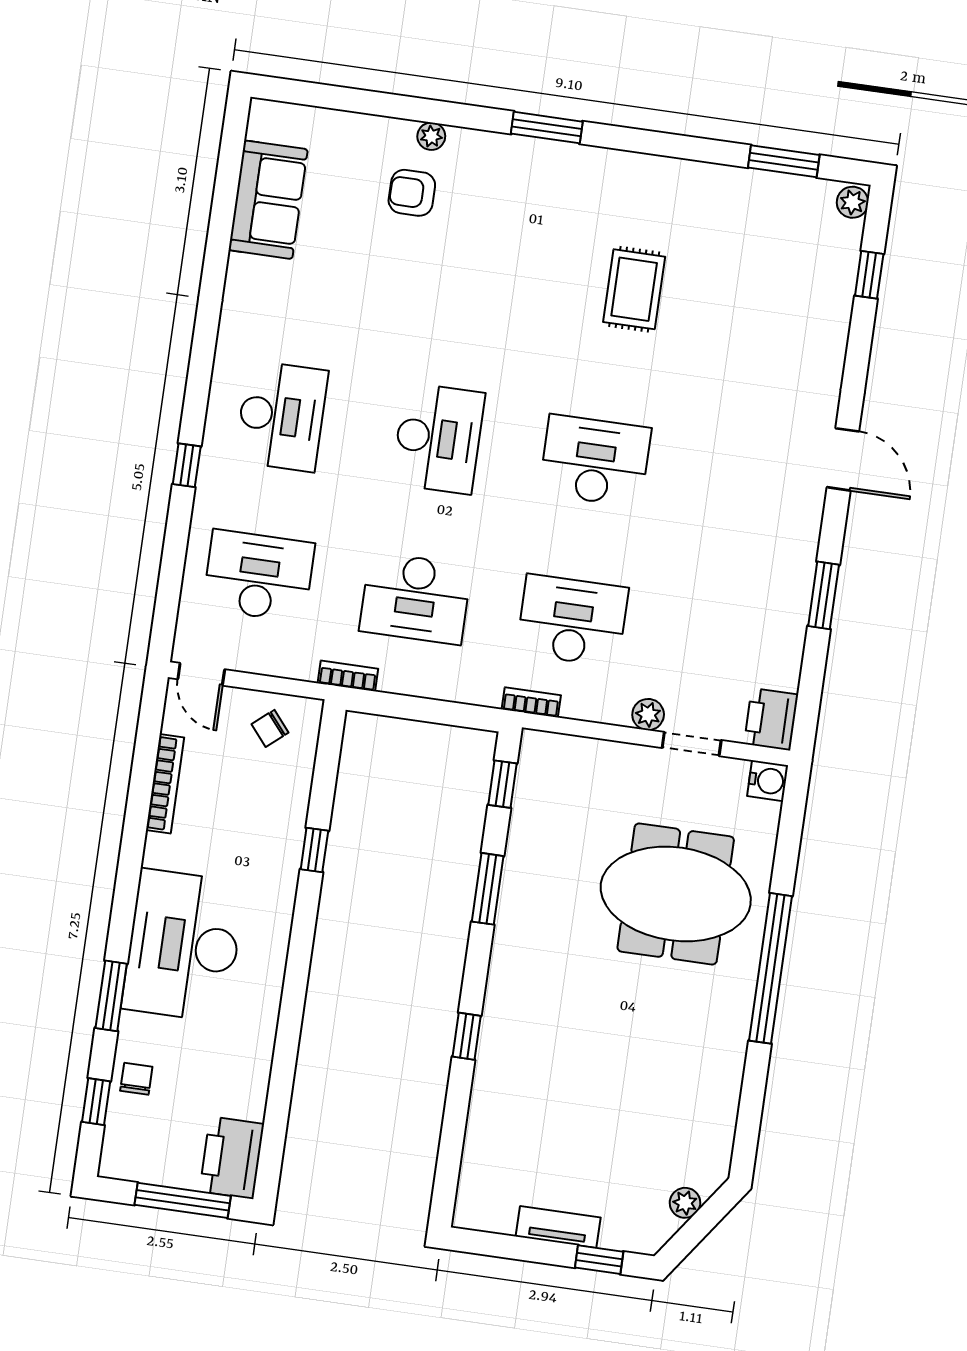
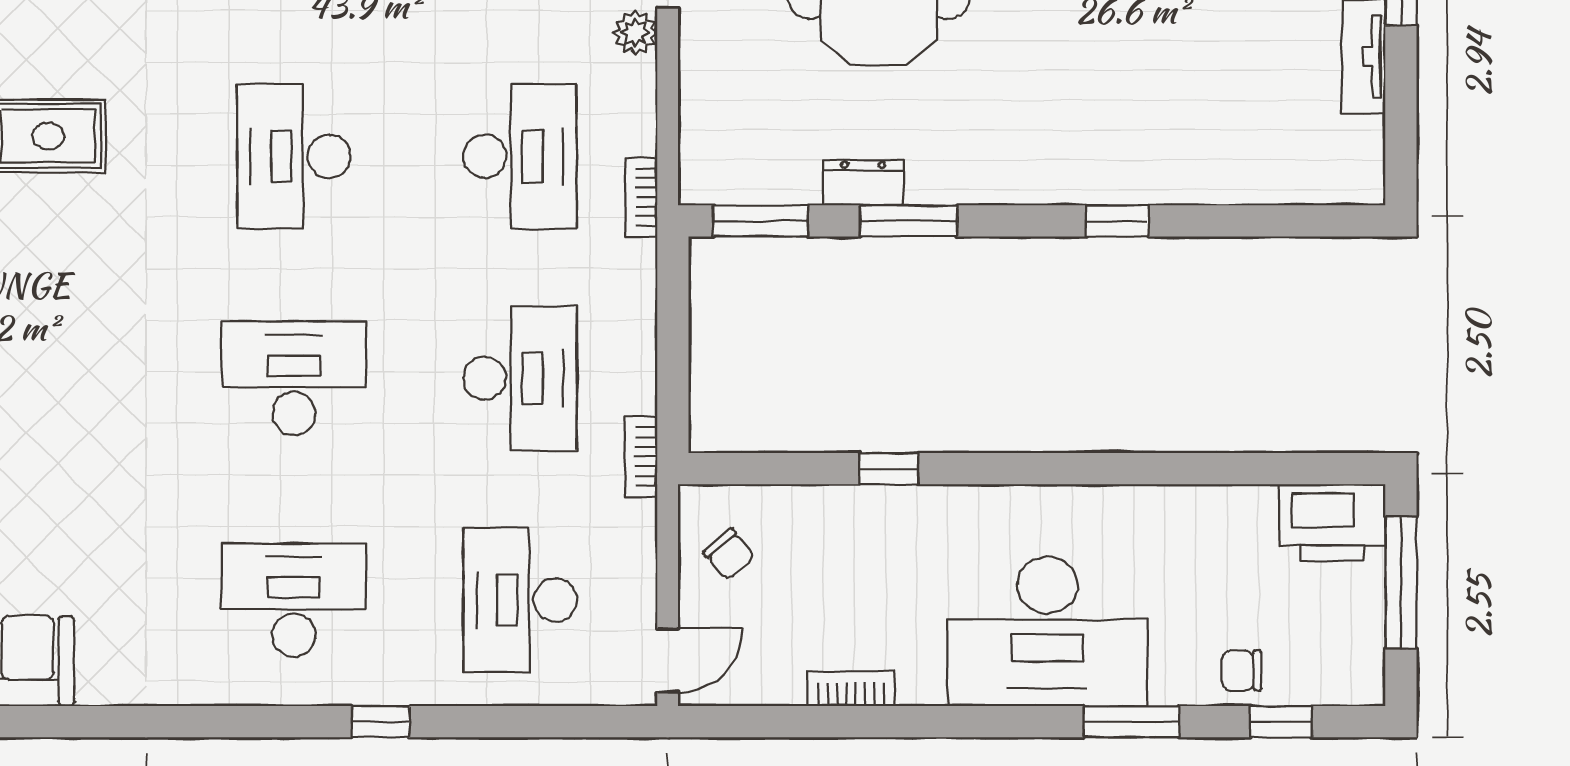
desk: (572, 621) -> (520, 156), turned 180
bookcase: (165, 784) -> (851, 689), width x0.64
window: (503, 784) -> (761, 221), width x1.50
dresser: (519, 861) -> (863, 183), added

